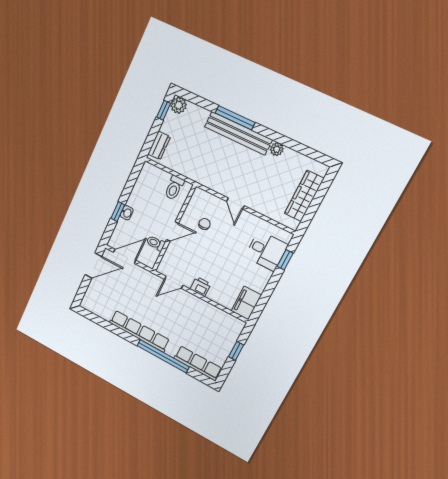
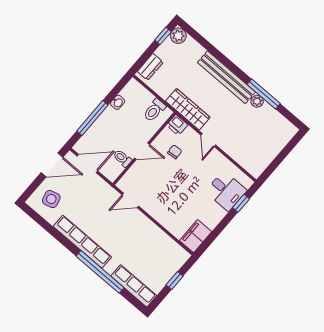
window: (235, 118) -> (264, 94), moved
wardrobe: (304, 196) -> (188, 109), moved, turned 90
window: (118, 211) -> (92, 118), width x2.17
washbasin: (127, 213) -> (118, 102), moved
printer: (200, 287) -> (177, 125), moved, turned 180
side table: (101, 298) -> (51, 199), added

